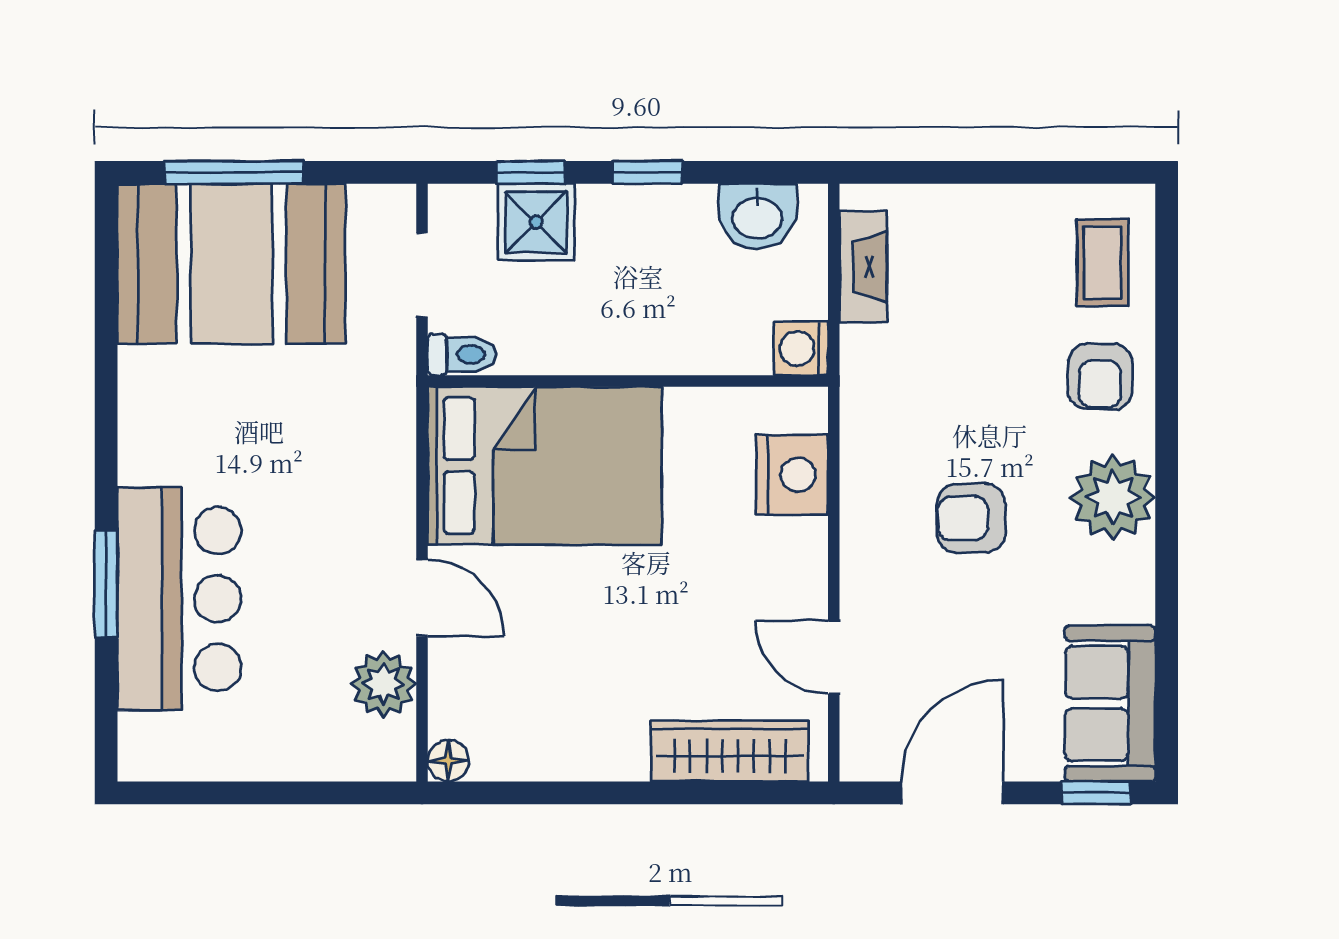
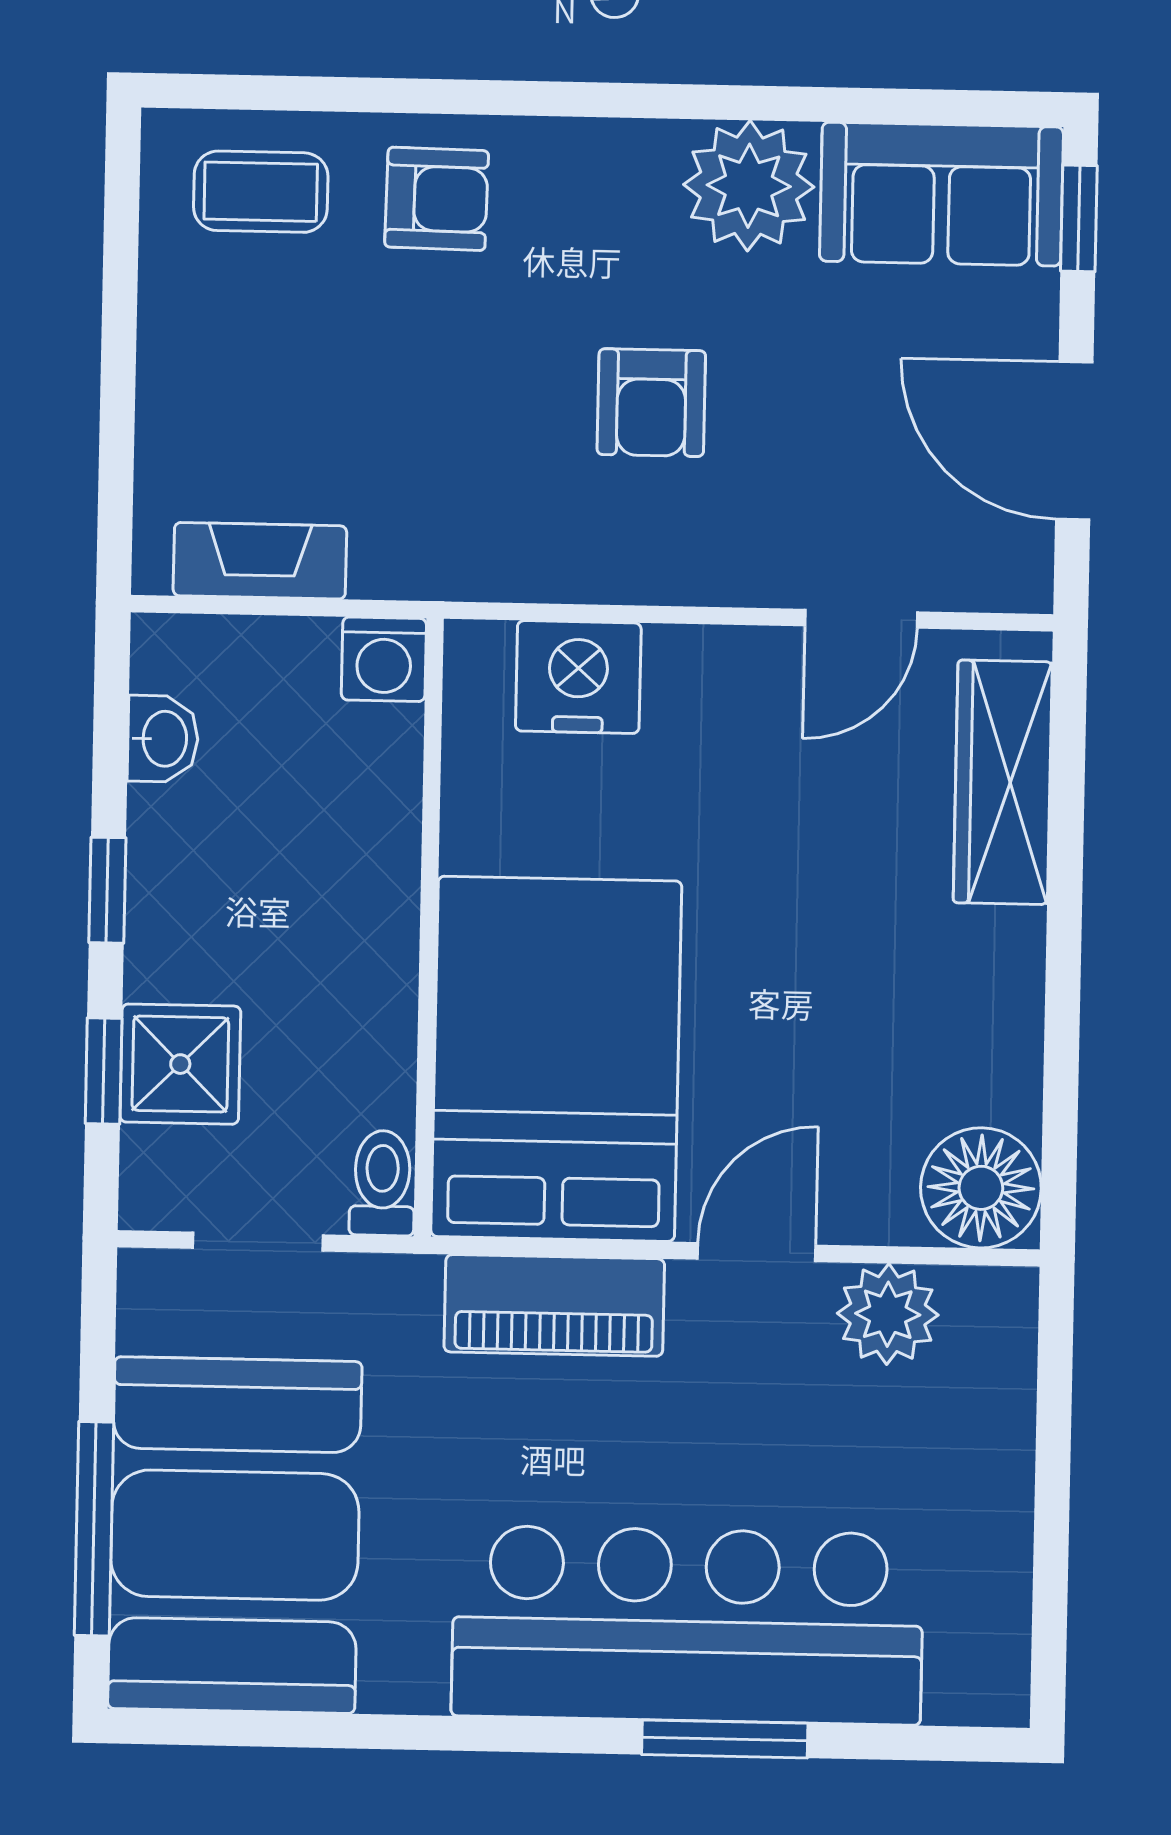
washbasin: (757, 216) -> (163, 739), width x0.72, depth x0.69
piano: (385, 468) -> (554, 1305), added
plant: (1113, 497) -> (749, 186), moved
bar counter: (179, 599) -> (688, 1625), width x1.36
floor lamp: (448, 761) -> (981, 1188), width x1.89, depth x1.89

